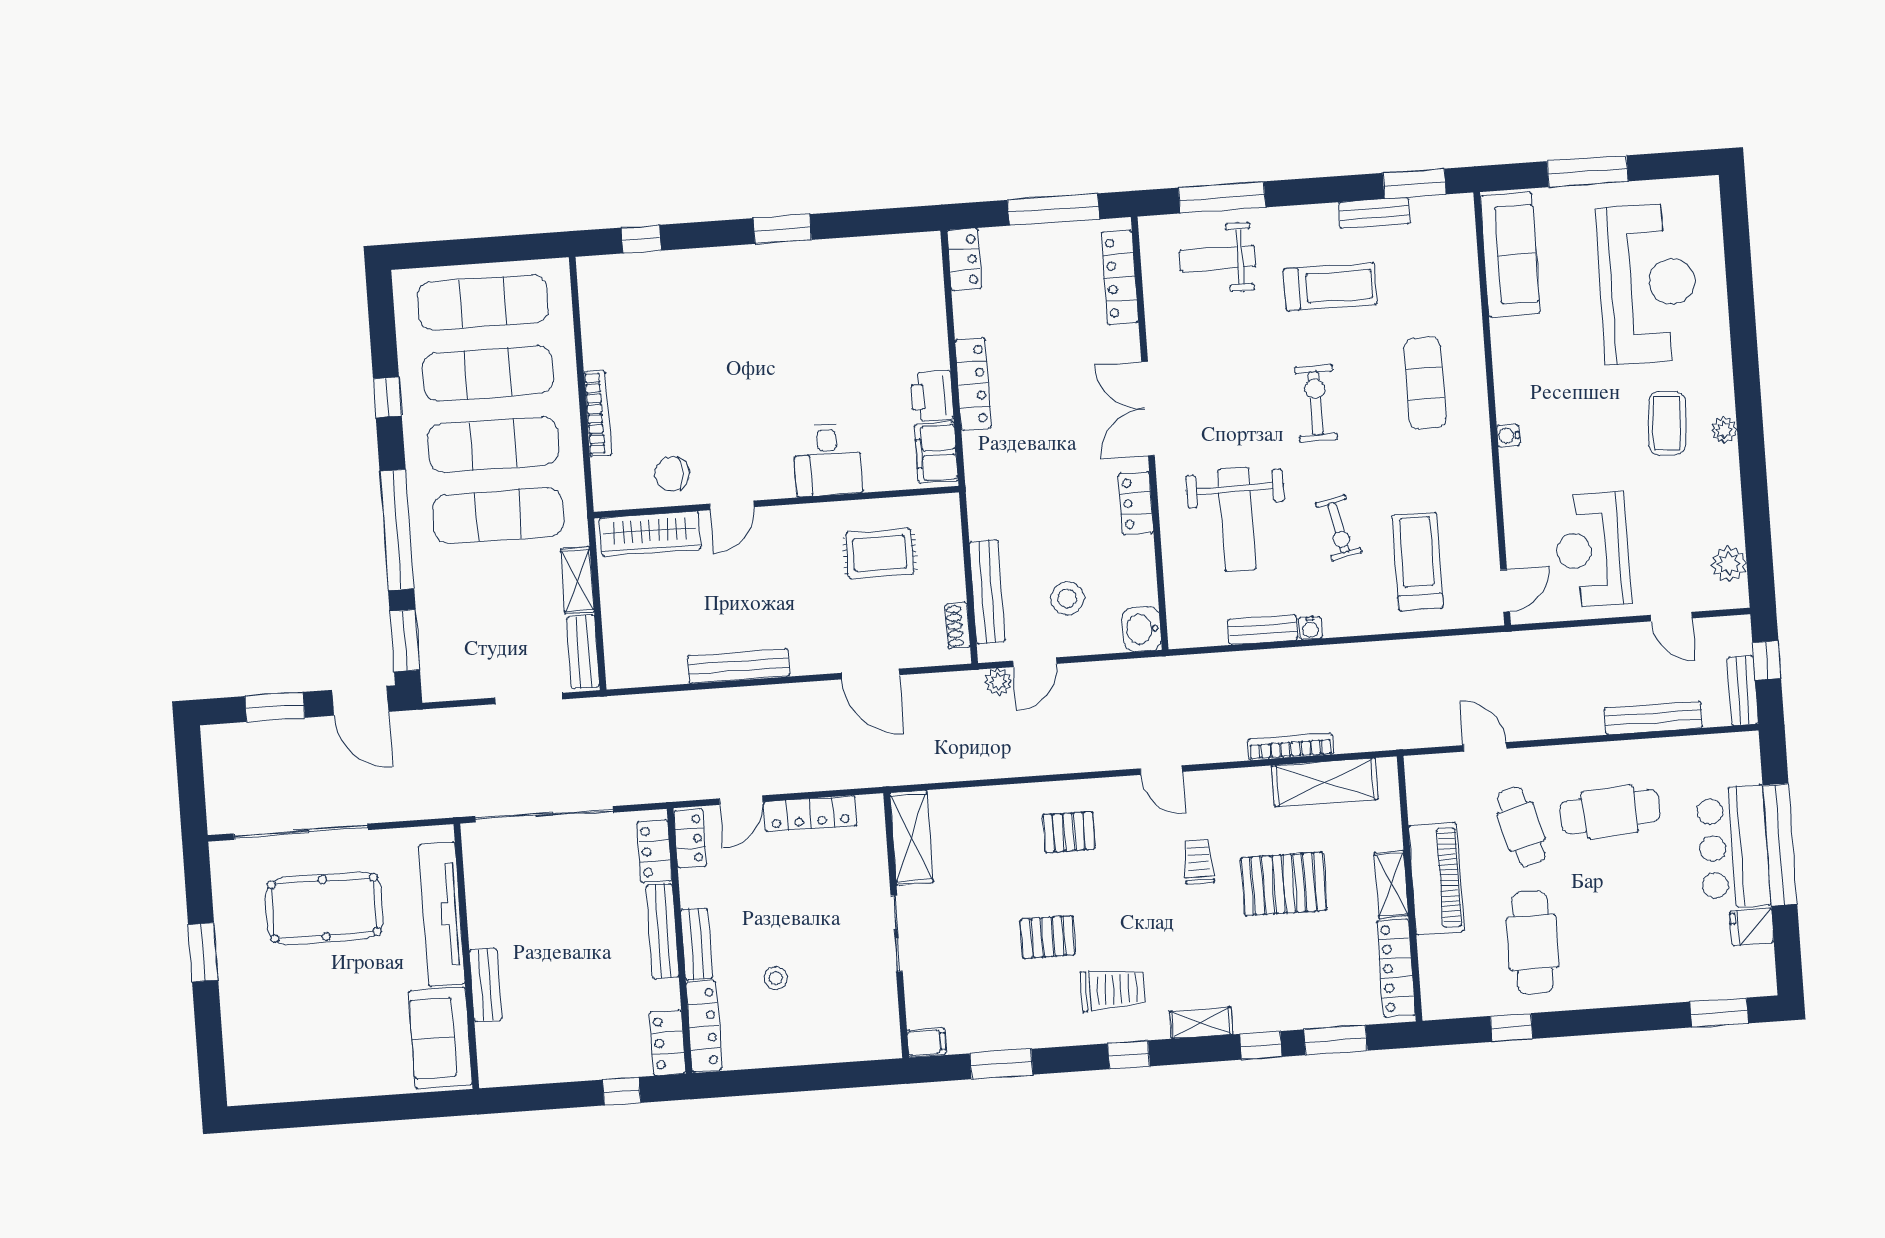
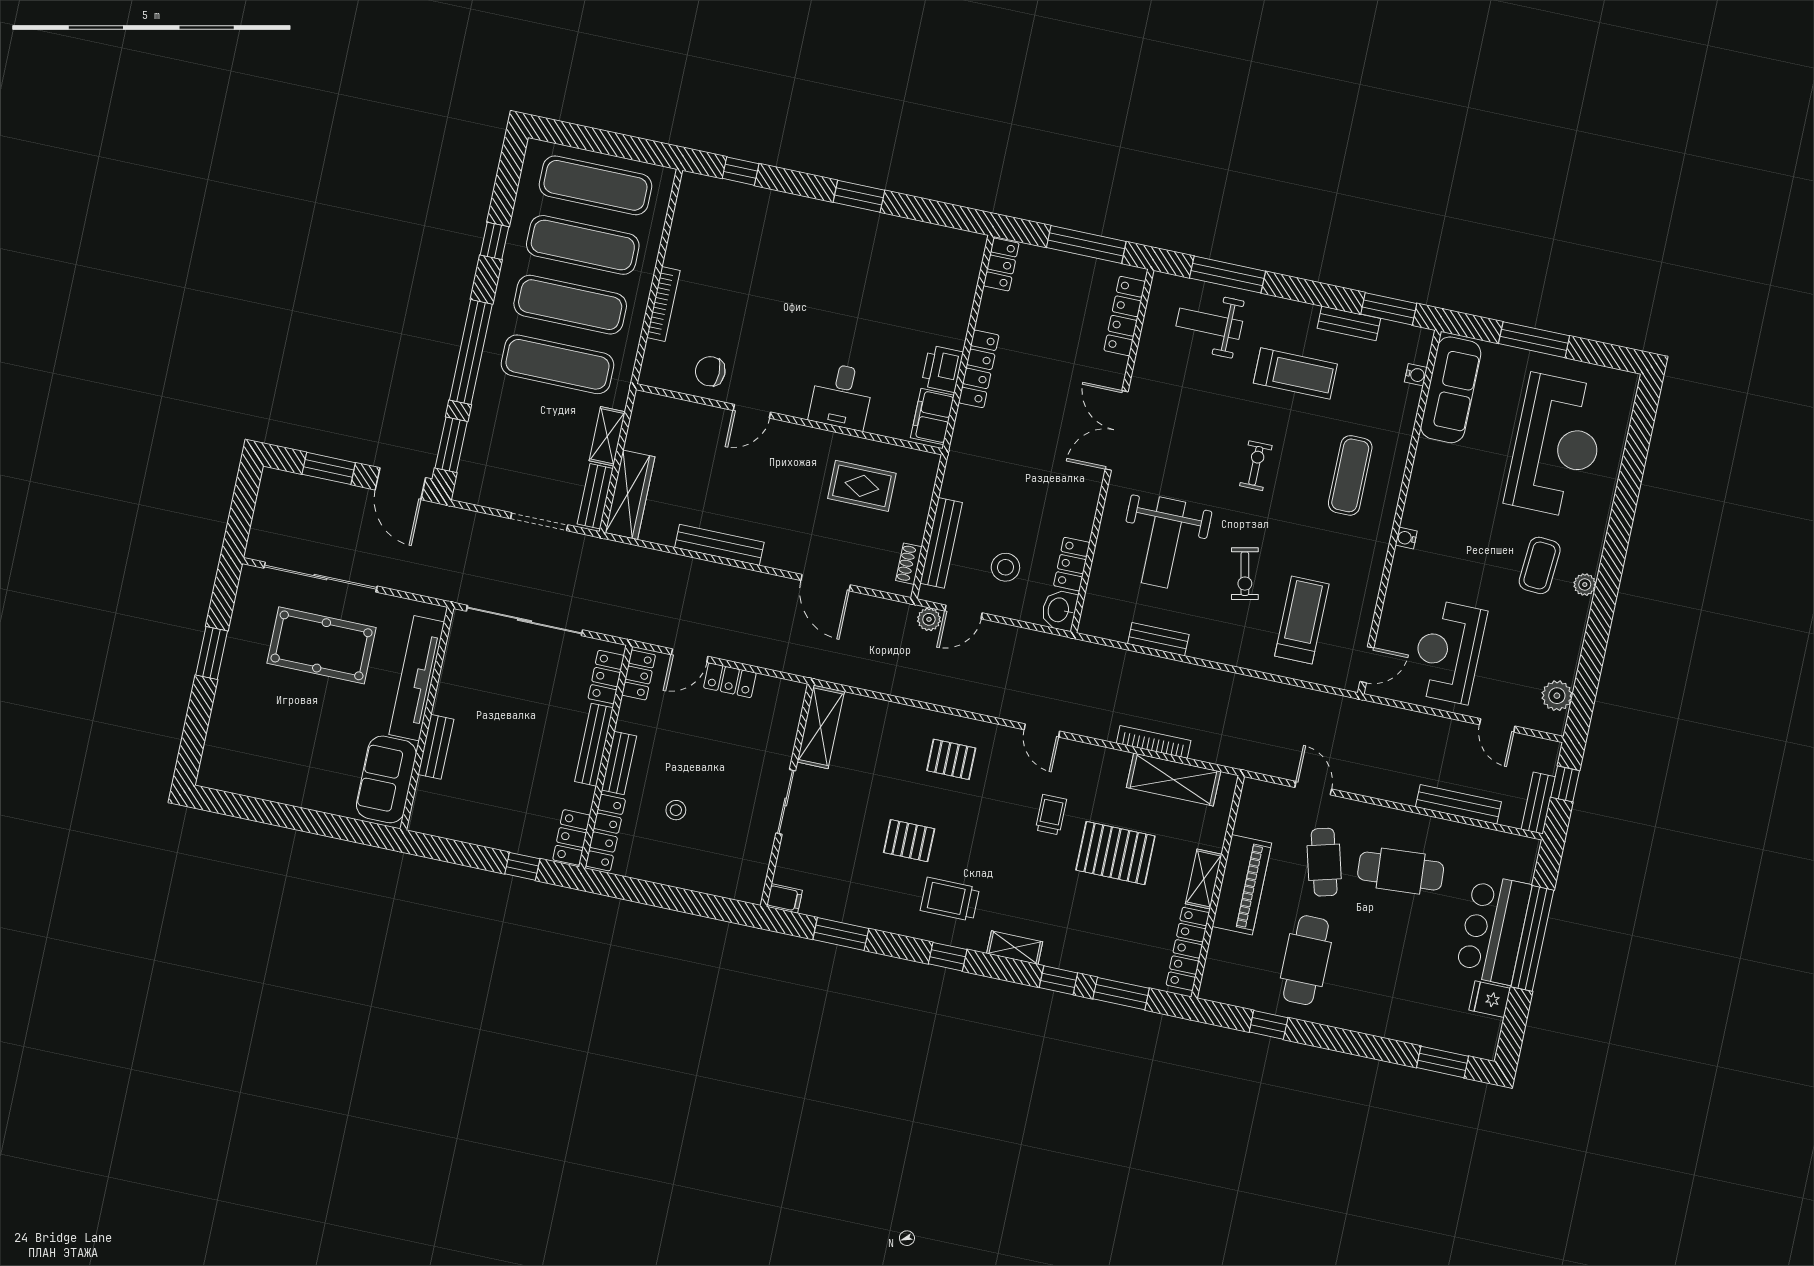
exercise bike: (1316, 403) -> (1256, 466), width x0.73, depth x0.72
locker: (1136, 503) -> (1072, 564), moved
wardrobe: (650, 534) -> (630, 495), moved, turned -90
water cooler: (1310, 628) -> (1416, 375), moved, turned -90
locker: (810, 814) -> (730, 680), width x0.66
trolley: (1113, 990) -> (950, 899), turned 180

